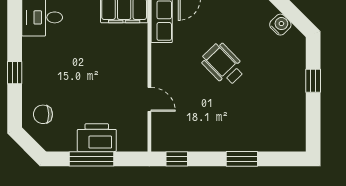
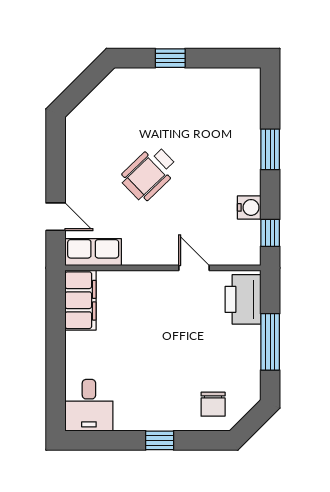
water cooler: (280, 25) -> (249, 207), moved, turned 135
door: (149, 99) -> (194, 268), hinge flipped
printer: (97, 138) -> (243, 299), moved

